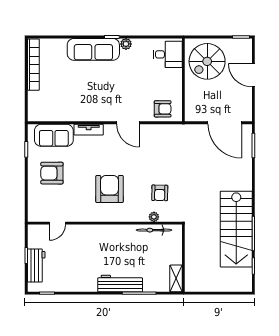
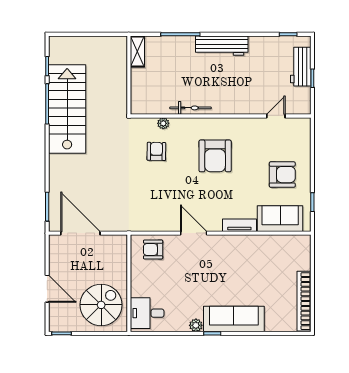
bicycle: (154, 230) -> (190, 108), moved
workbench: (120, 283) -> (222, 46), moved

